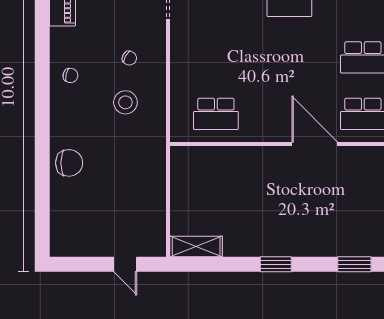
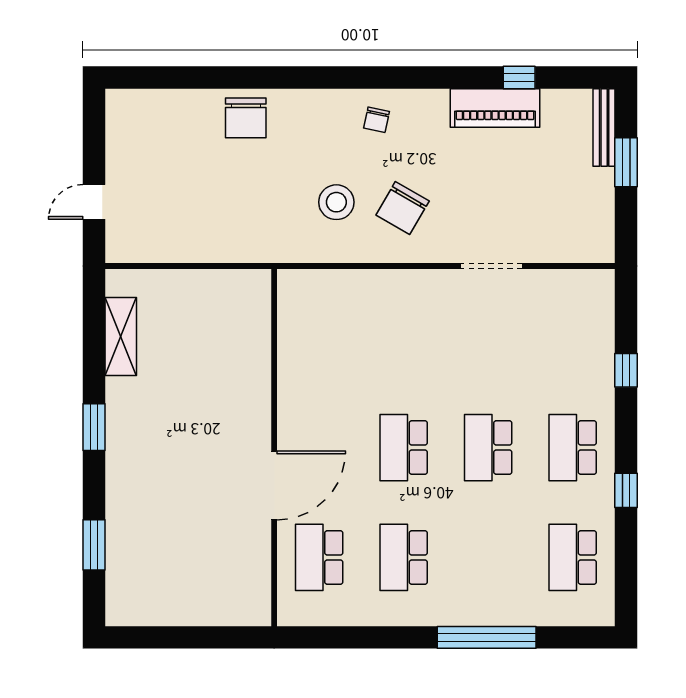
chair: (129, 58) -> (403, 208), width x1.87, depth x1.87
school desk: (216, 114) -> (404, 448), moved
shelving: (196, 246) -> (121, 336), moved

